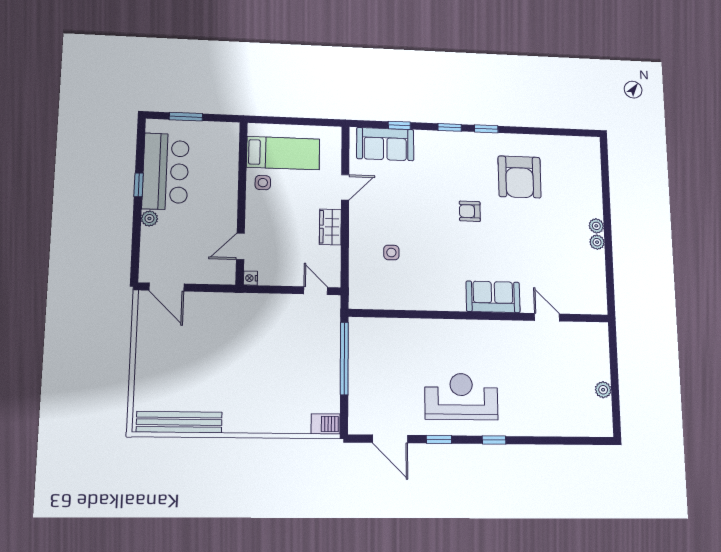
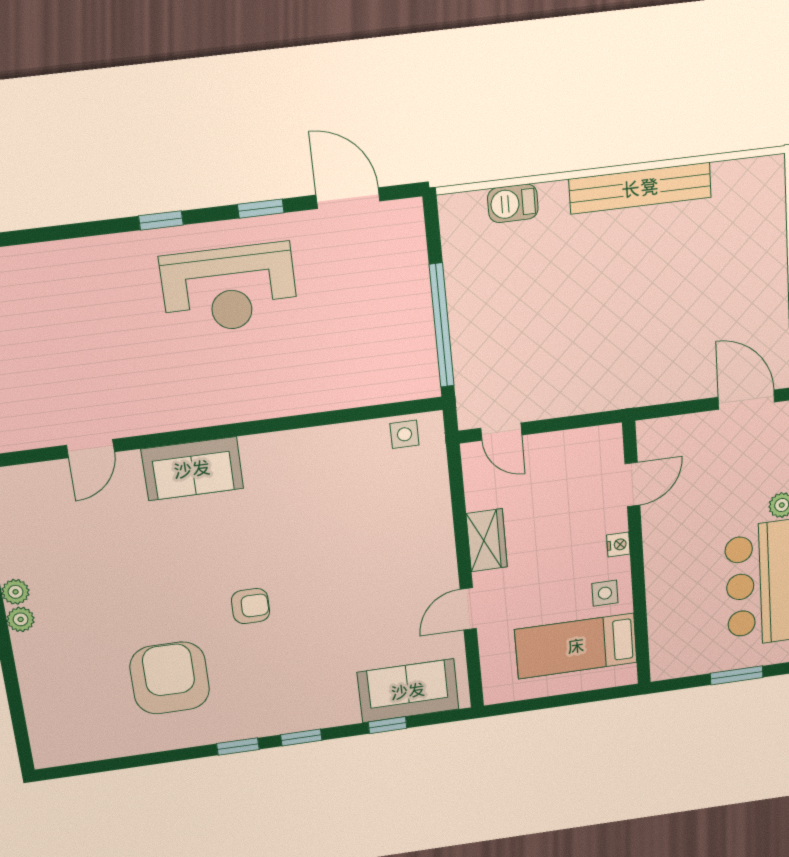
side table: (391, 252) -> (405, 434), moved
nightstand: (250, 278) -> (618, 545), moved
door: (547, 317) -> (90, 449), hinge flipped
bench: (179, 422) -> (640, 188), moved
barbecue: (326, 424) -> (513, 203), moved

